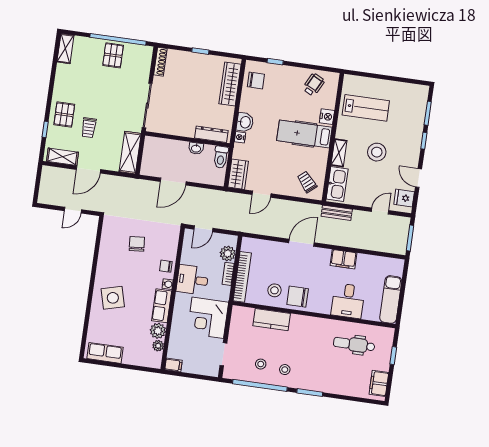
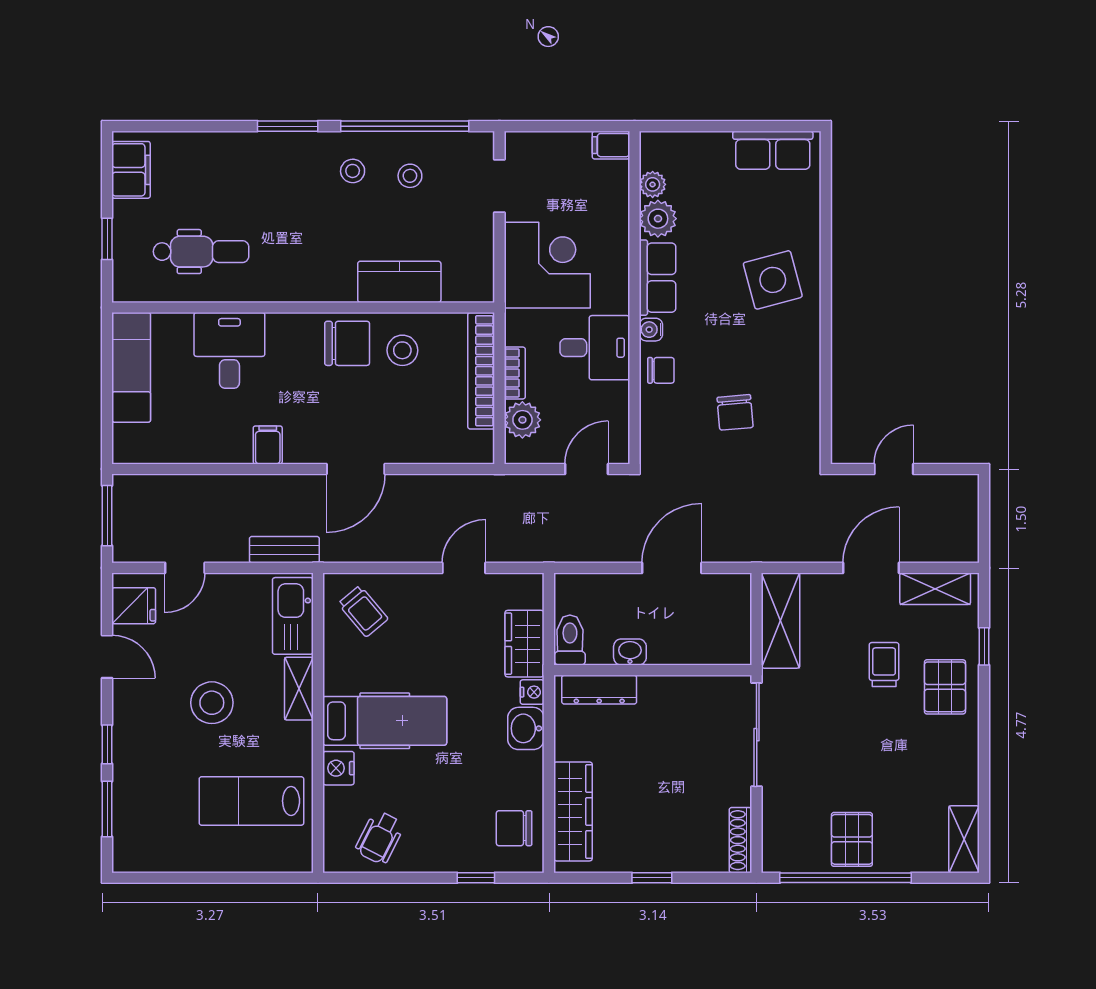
wardrobe: (238, 174) -> (525, 644), moved
filing cabinet: (344, 259) -> (268, 445), width x0.50

